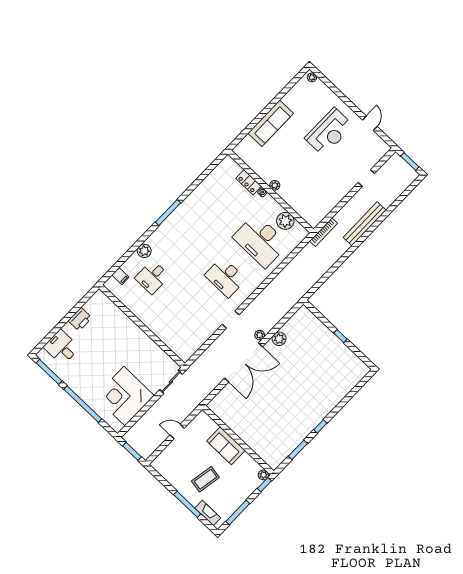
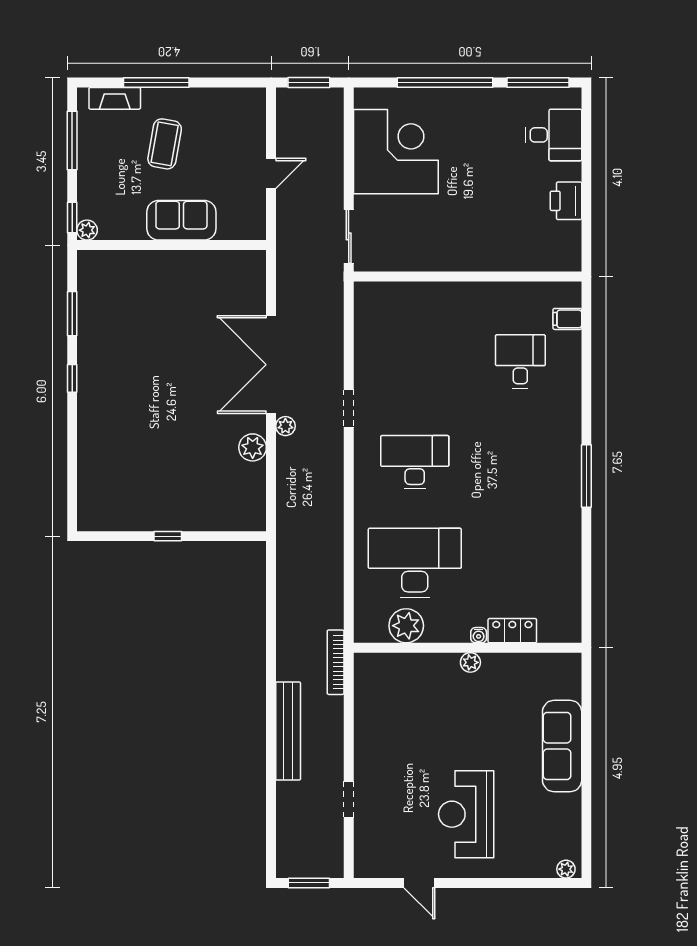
plant: (144, 251) -> (568, 388), removed

